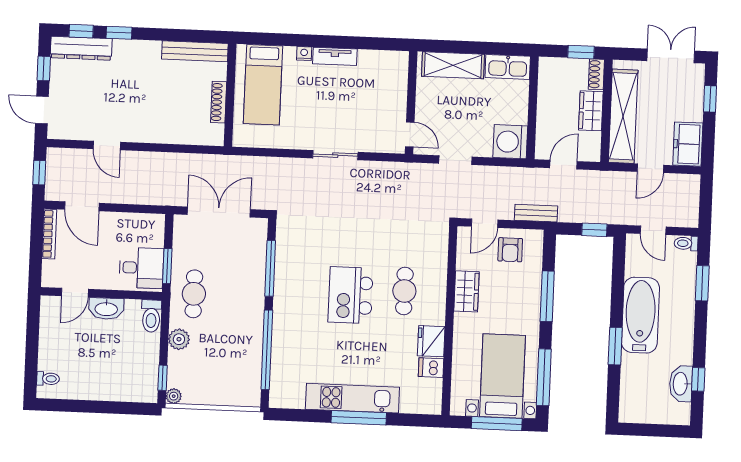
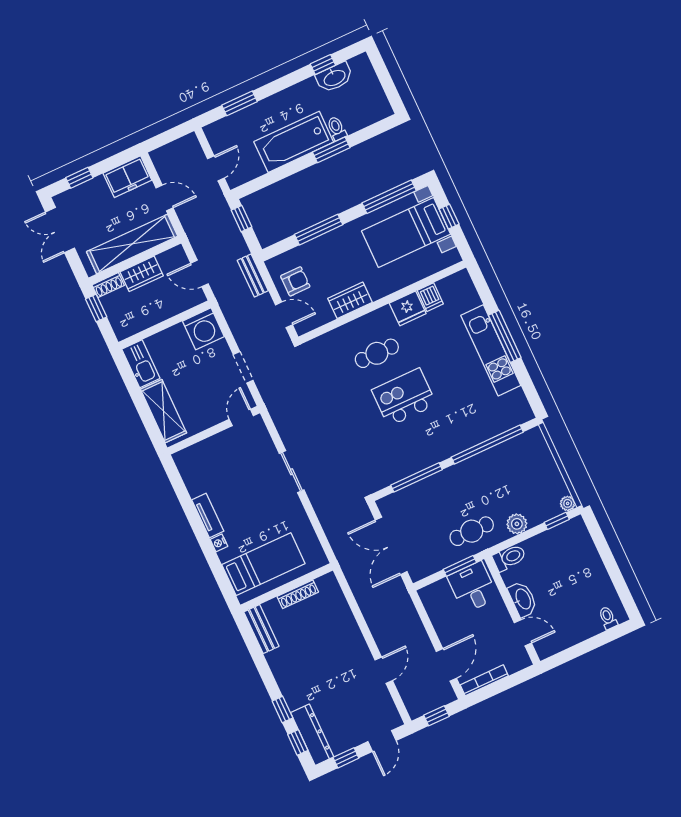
bench: (195, 51) -> (261, 629), width x0.73
toilet: (686, 243) -> (337, 128), moved, turned 180
kitchen island: (351, 295) -> (404, 397), turned 180
window: (497, 424) -> (449, 217), width x0.46

